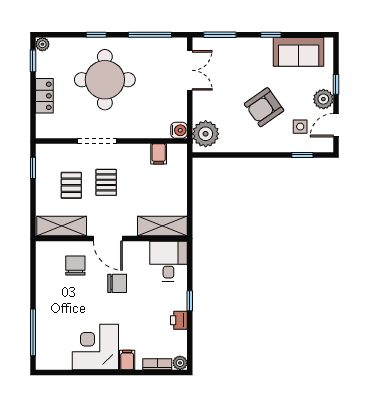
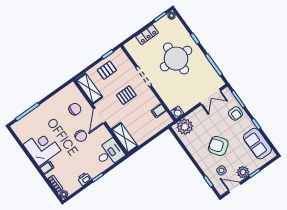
armchair: (237, 53) -> (235, 113), added
pallet: (71, 185) -> (107, 70), moved

